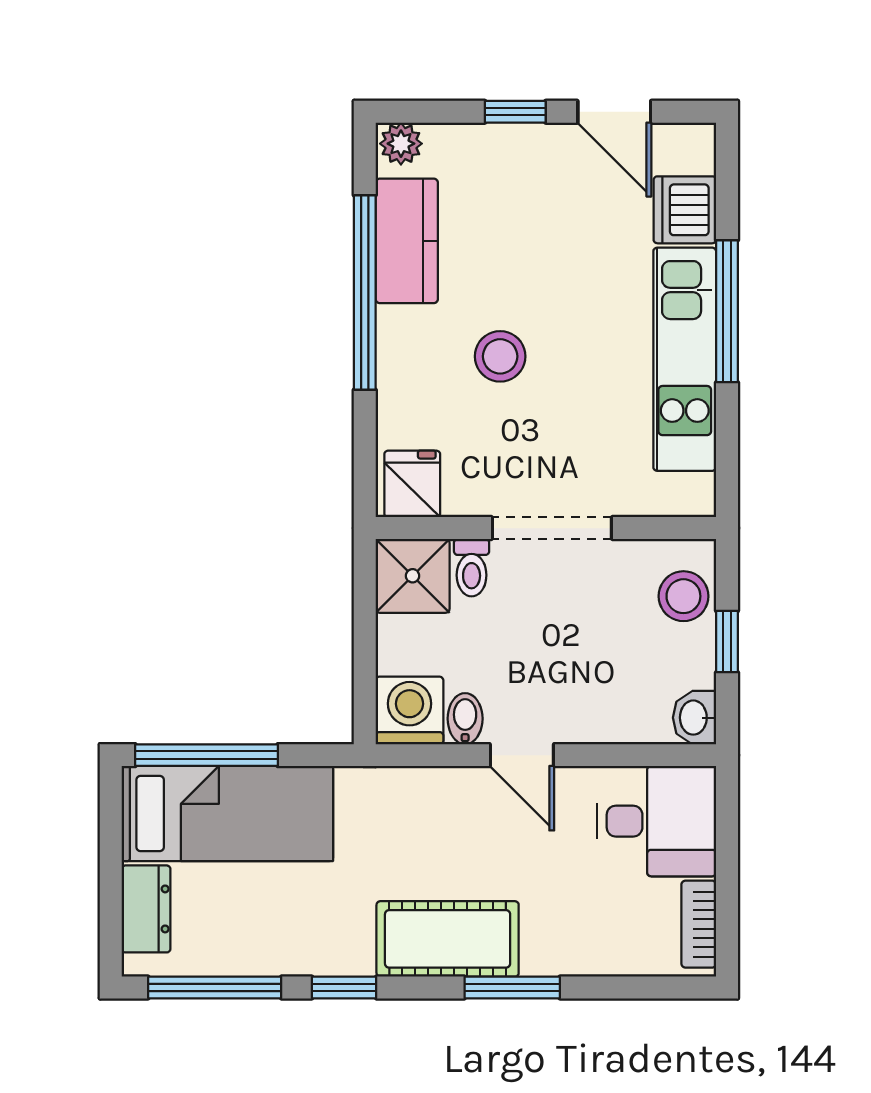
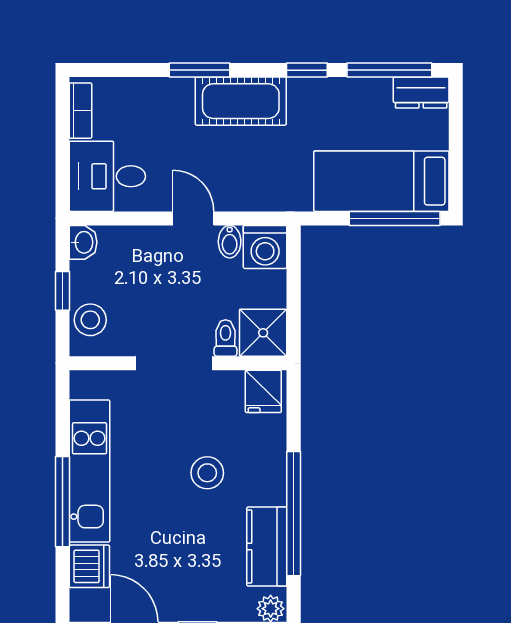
dresser: (146, 909) -> (421, 93), moved, turned -90

